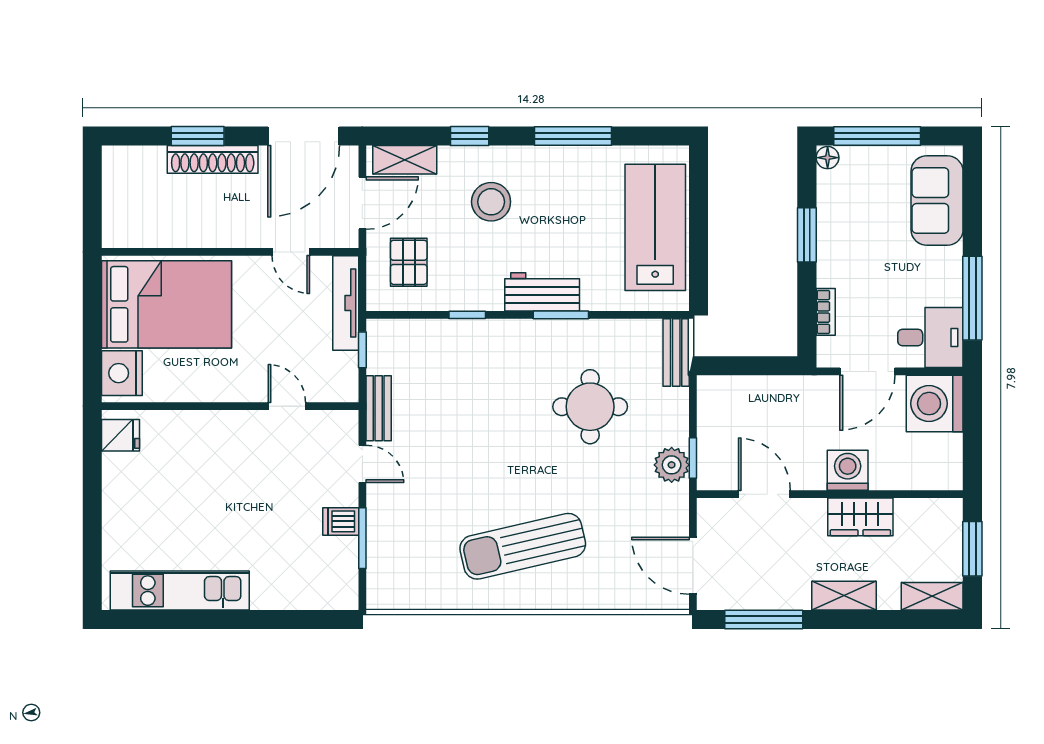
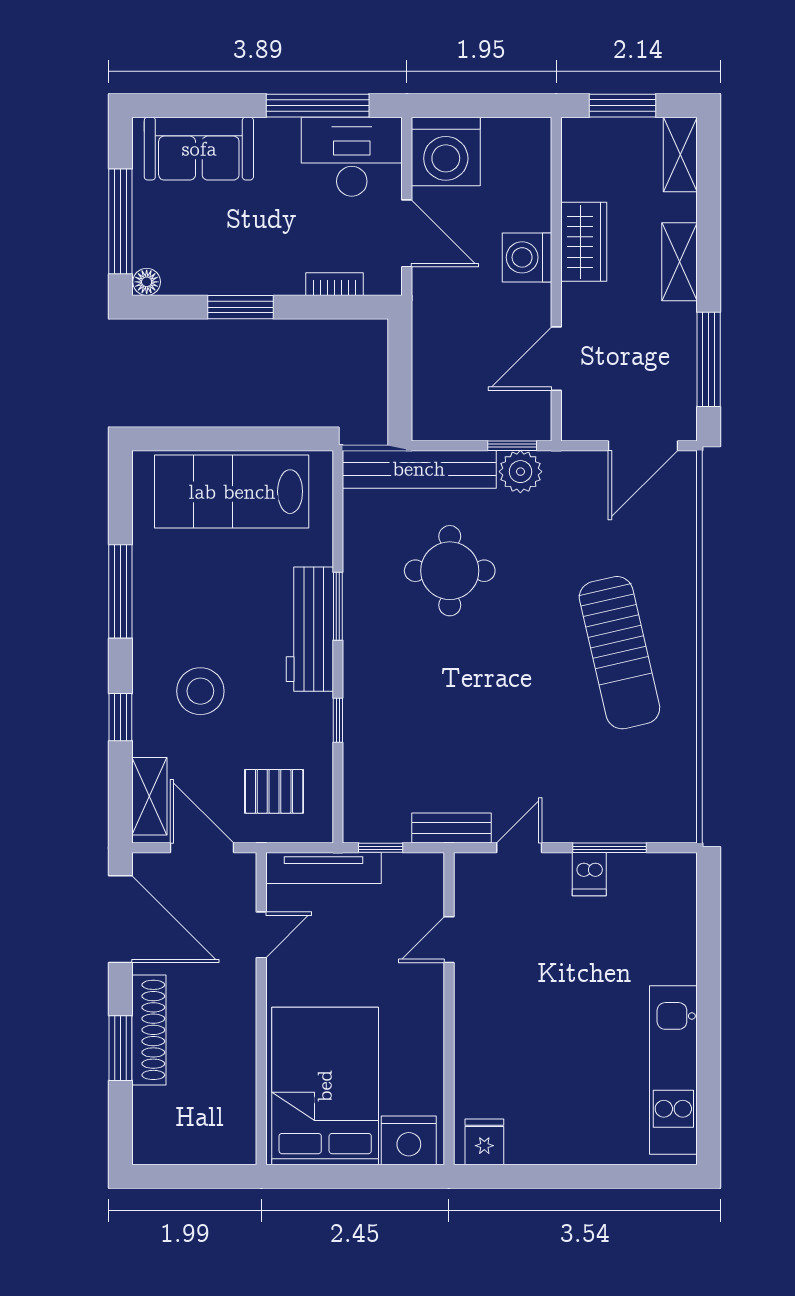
workbench: (542, 292) -> (310, 629), width x1.37
desk: (930, 337) -> (352, 157), width x1.37
bench: (676, 352) -> (419, 469), width x1.86, depth x1.21

